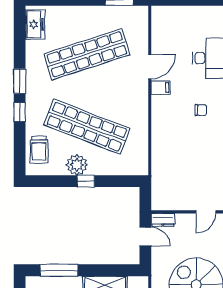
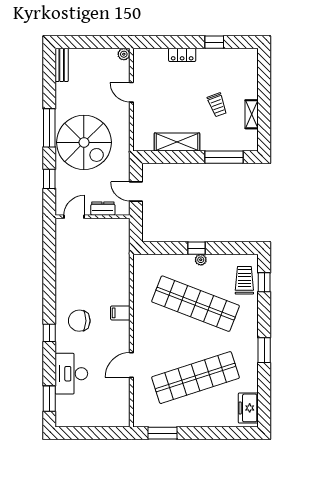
filing cabinet: (161, 87) -> (120, 313), moved
chair: (201, 110) -> (79, 321), width x1.87, depth x1.87
window: (20, 112) -> (264, 282), moved
plant: (77, 165) -> (201, 260), width x0.53, depth x0.53
dresser: (163, 220) -> (103, 209), moved

